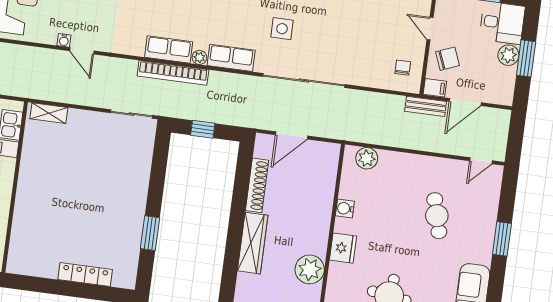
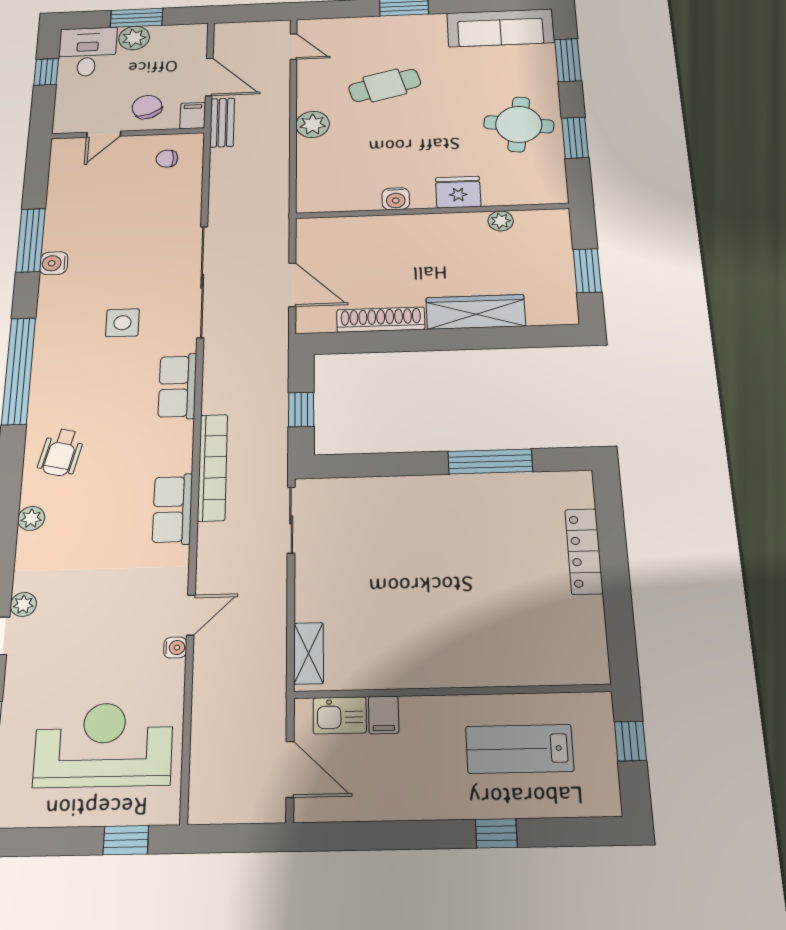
row of seats: (169, 50) -> (172, 509), moved
plant: (199, 57) -> (182, 432), removed
plant: (367, 158) -> (313, 124), moved
window: (150, 233) -> (490, 462), width x1.44
plant: (310, 269) -> (501, 221), width x0.53, depth x0.53

